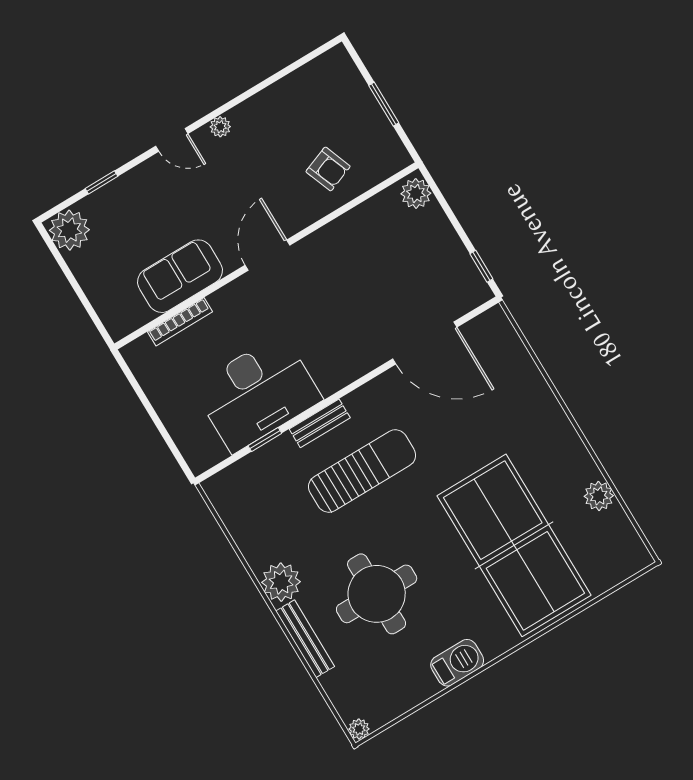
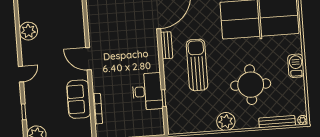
plant: (220, 127) -> (28, 31), moved, width x1.88, depth x1.88
armchair: (328, 169) -> (66, 16), removed
desk: (257, 393) -> (147, 91), width x0.73, depth x0.77
bench: (320, 423) -> (167, 45), moved
bench: (305, 639) -> (277, 122), moved

